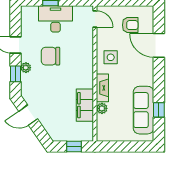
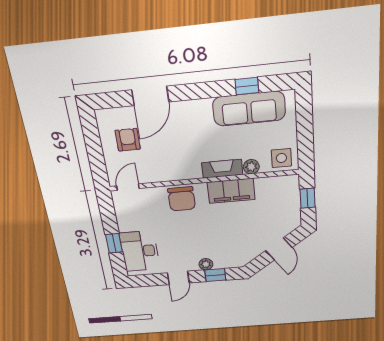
desk: (56, 19) -> (140, 251), moved
chair: (50, 56) -> (182, 199), moved
side table: (111, 57) -> (281, 158), moved
filing cabinet: (85, 105) -> (231, 191), moved
door: (28, 115) -> (279, 249), moved

